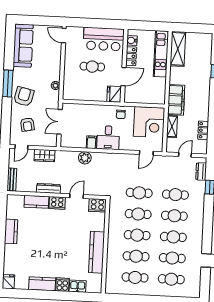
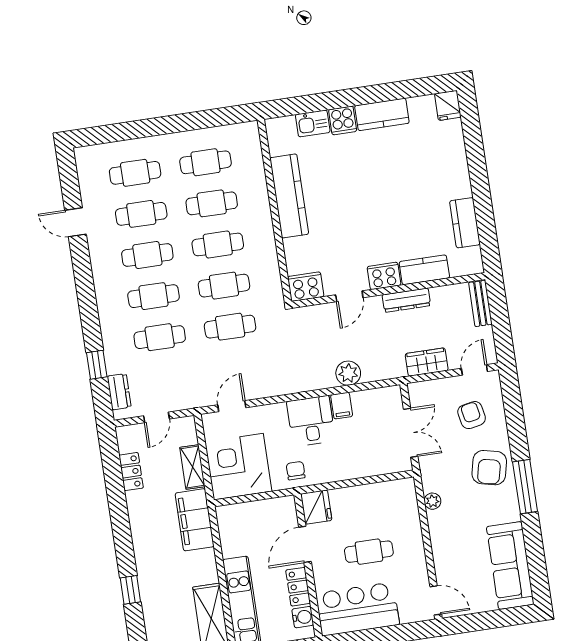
kitchen counter: (11, 231) -> (465, 223), moved

